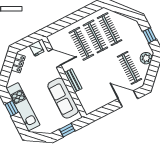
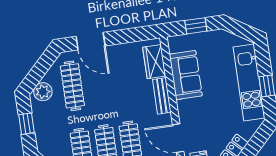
sofa: (63, 98) -> (186, 75), width x0.73
wardrobe: (85, 100) -> (154, 62), added

